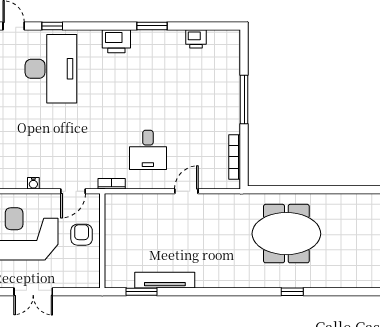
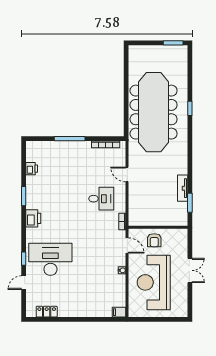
meeting table: (286, 234) -> (154, 112), width x1.86, depth x1.27
armchair: (82, 235) -> (154, 240), turned -90
tv unit: (165, 280) -> (183, 188), width x0.71

